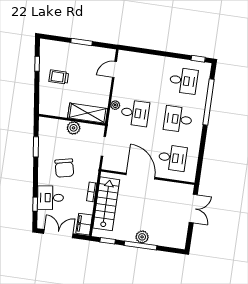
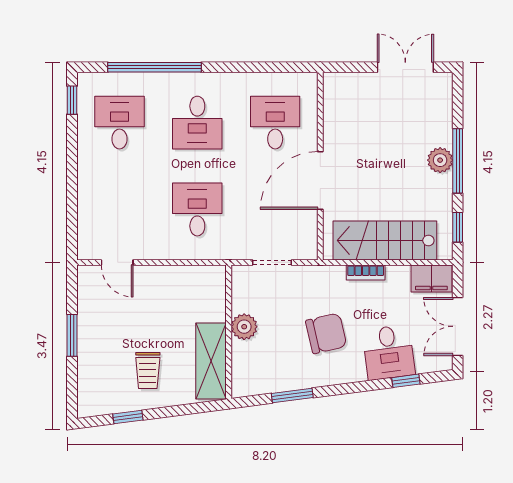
plant: (115, 105) -> (187, 251), removed
shelving: (88, 113) -> (211, 361), moved
double door: (193, 209) -> (405, 67), moved

